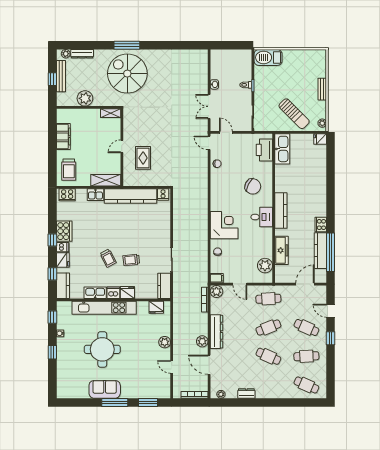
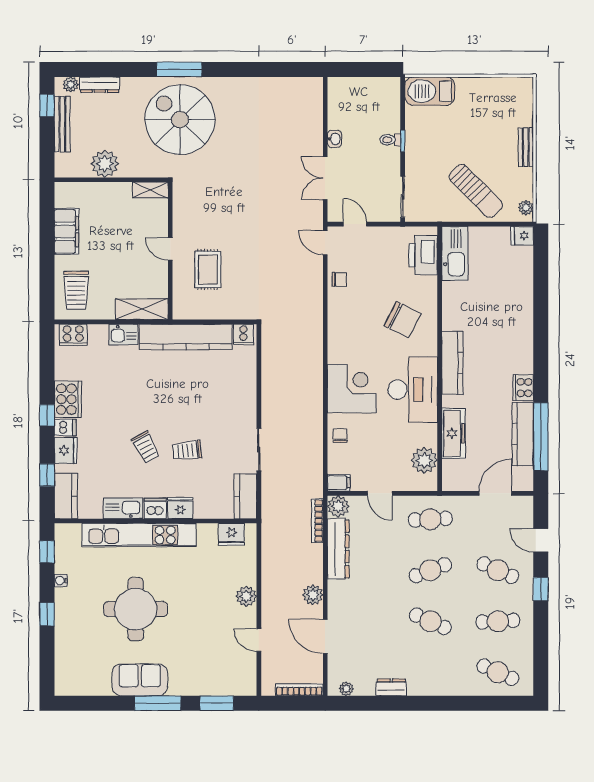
window: (52, 79) -> (47, 106), moved
door: (122, 146) -> (170, 249), hinge flipped
desk: (262, 217) -> (413, 390), width x1.87, depth x1.30
dresser: (216, 332) -> (338, 549), moved

